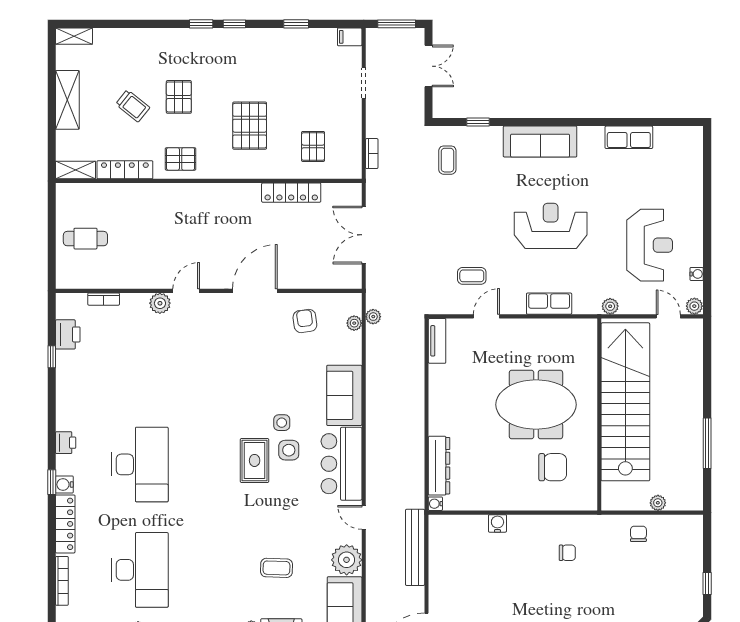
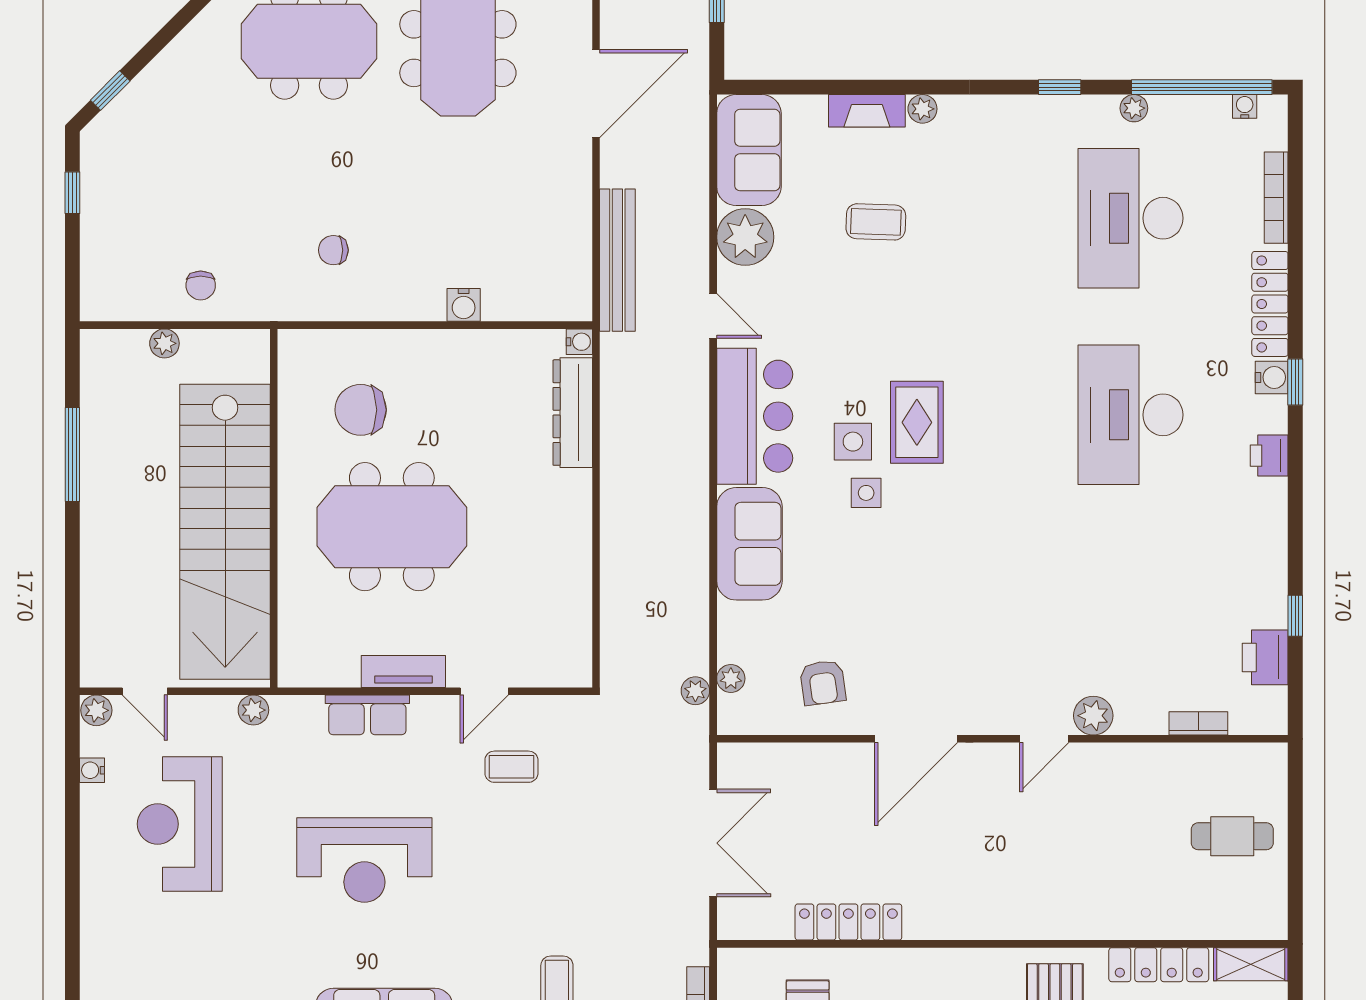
tv unit: (437, 341) -> (403, 671), moved, turned 90

